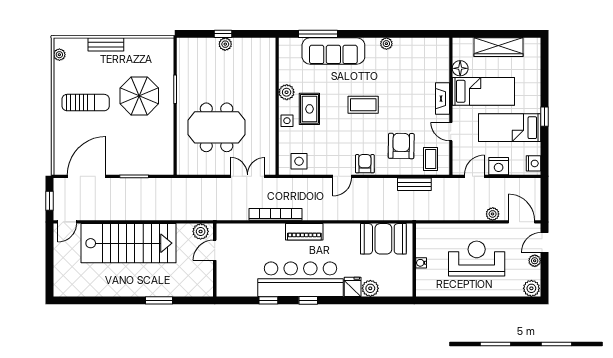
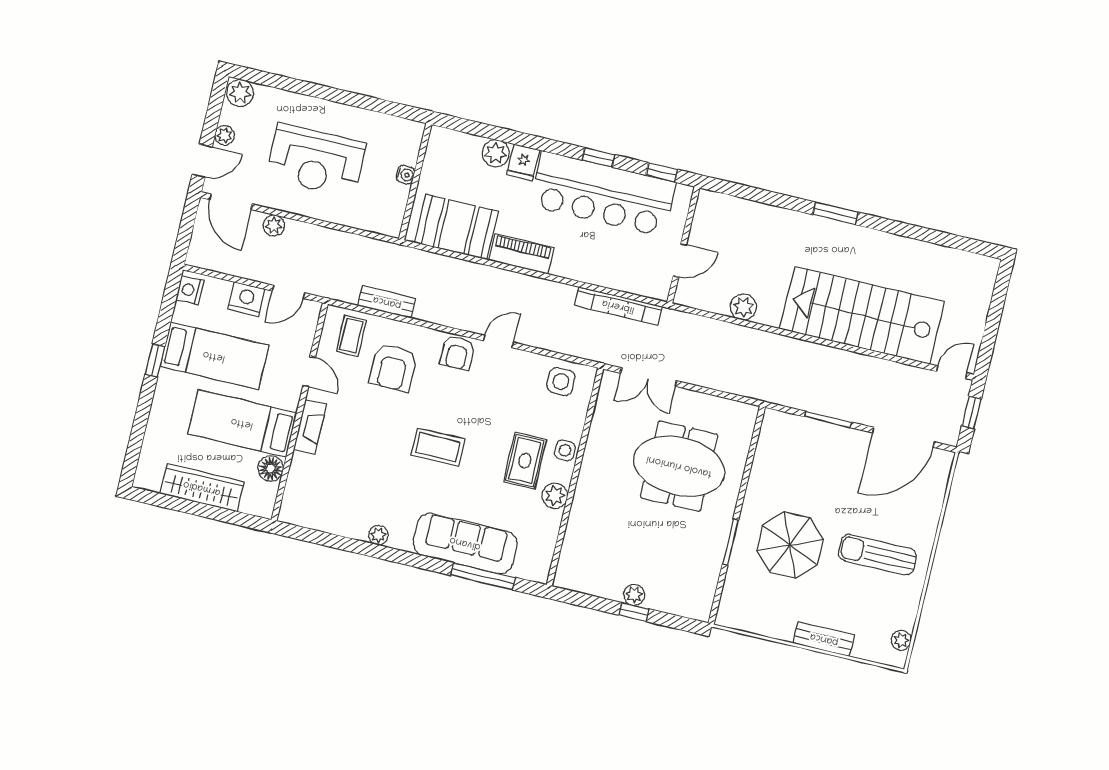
piano: (304, 232) -> (521, 254), moved
door: (215, 250) -> (680, 260), moved
wall: (215, 260) -> (683, 245), moved

